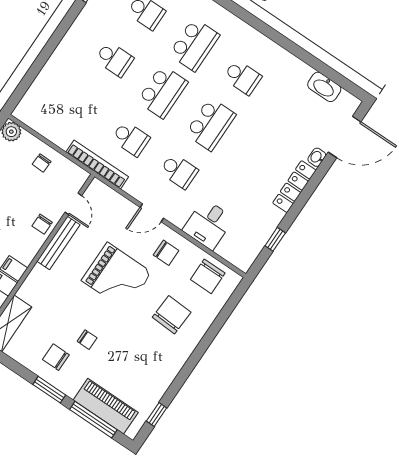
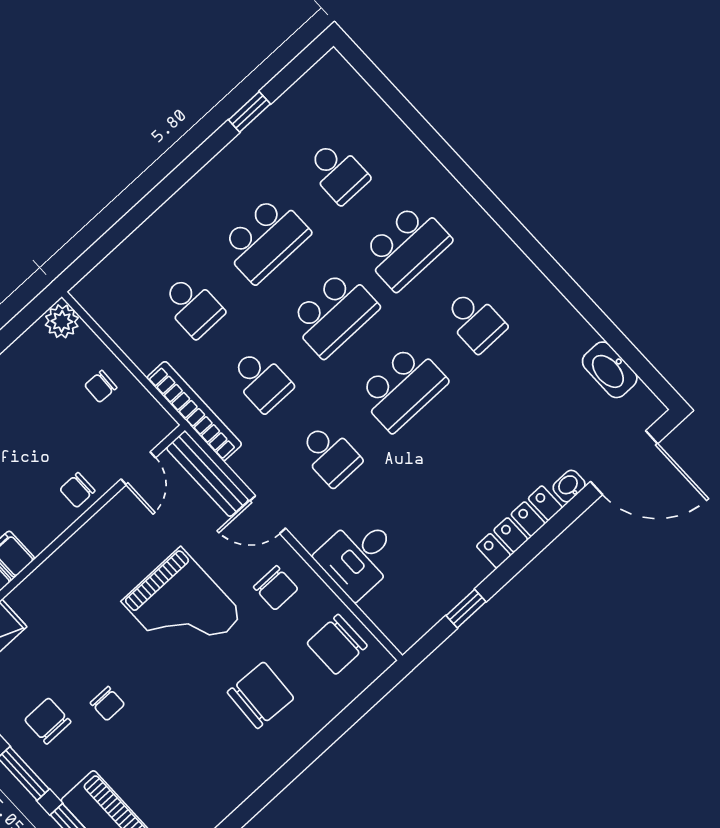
school desk: (114, 59) -> (265, 239), width x1.85
school desk: (83, 106) -> (193, 306), added
bench: (58, 243) -> (207, 474), moved, turned 90

